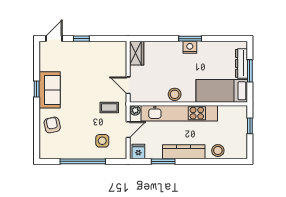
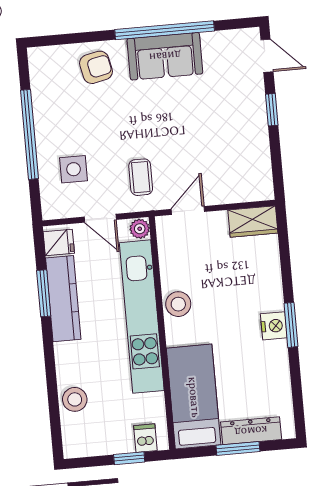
window: (37, 89) -> (165, 30), width x3.17
dishwasher: (240, 117) -> (145, 438), added
kitchen counter: (184, 152) -> (63, 299), moved

